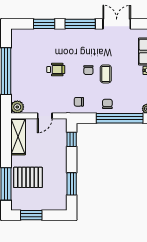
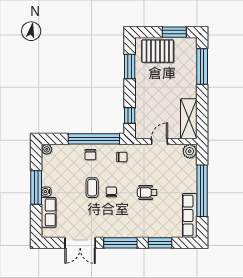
row of seats: (17, 49) -> (190, 216), added
window: (120, 118) -> (94, 139), moved
pallet: (28, 177) -> (158, 51), moved

